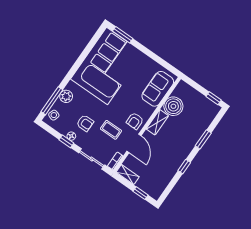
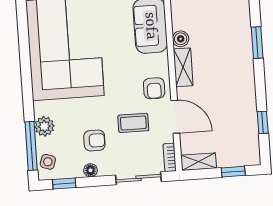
boiler: (173, 106) -> (181, 39), width x0.54, depth x0.54
window: (66, 141) -> (64, 183), moved
window: (184, 167) -> (263, 122), moved

